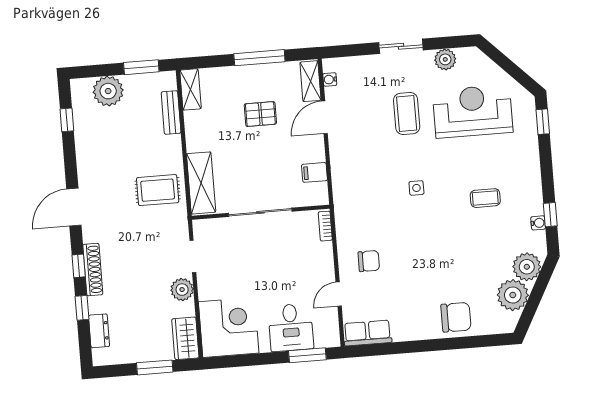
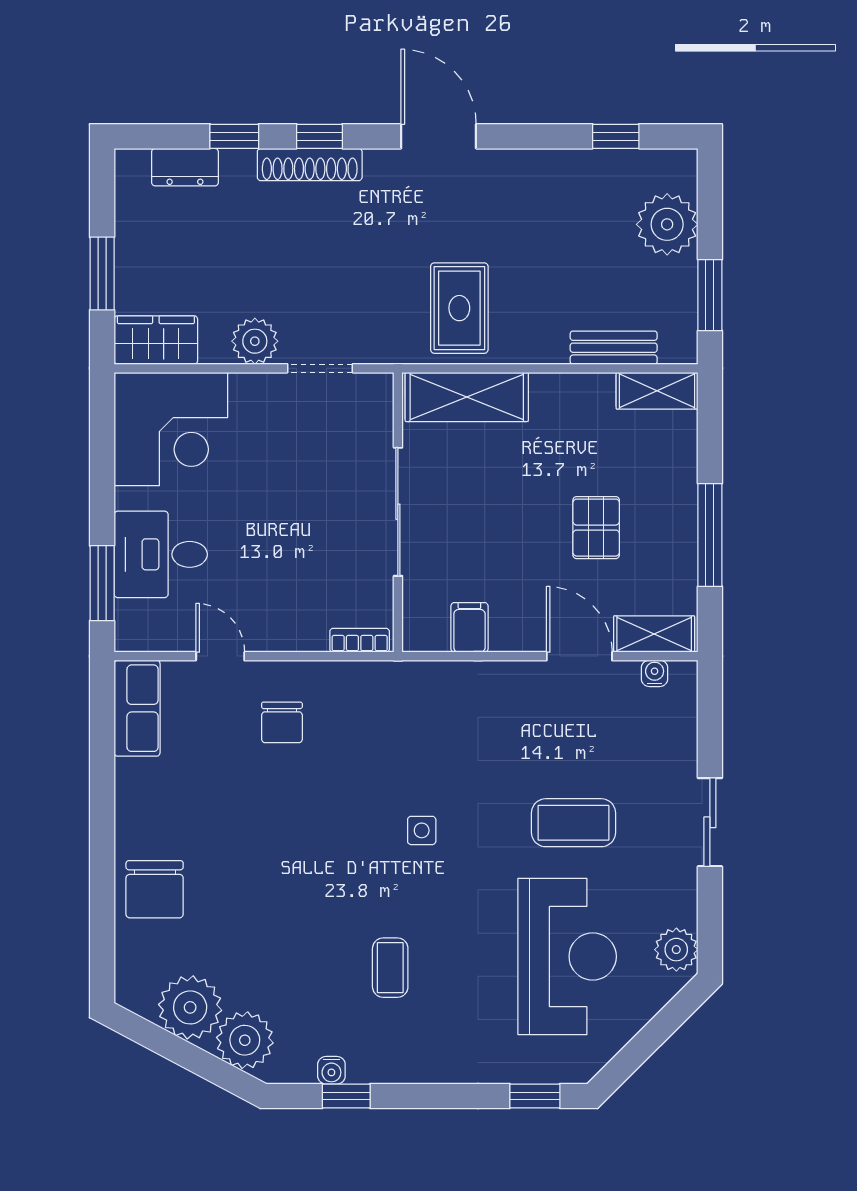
plant: (445, 59) -> (676, 950), moved

